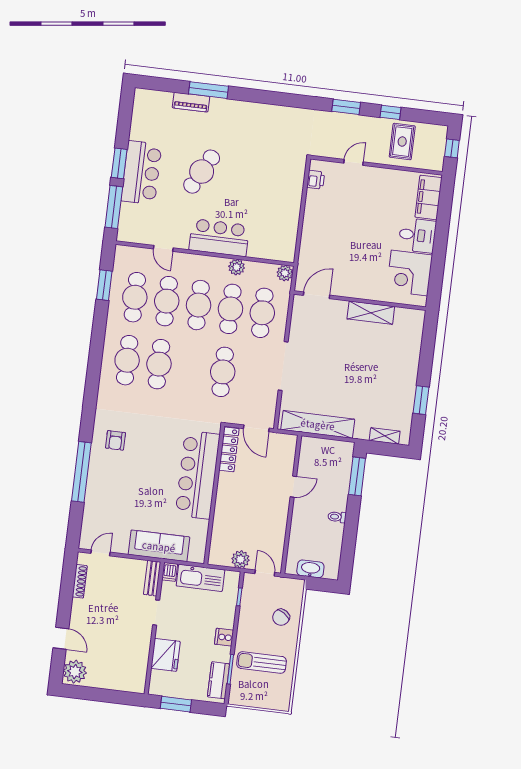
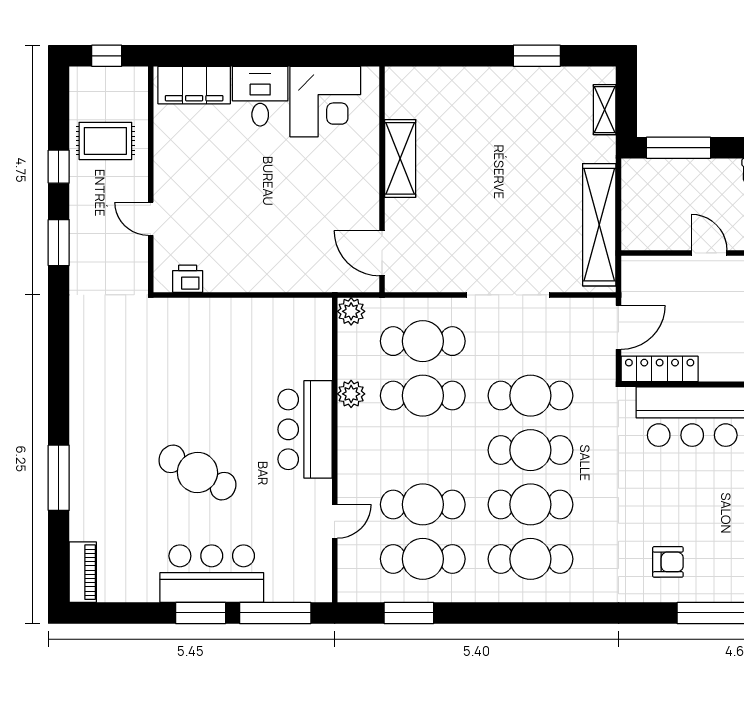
piano: (191, 102) -> (83, 572), moved
cafe table: (199, 305) -> (530, 450), moved

